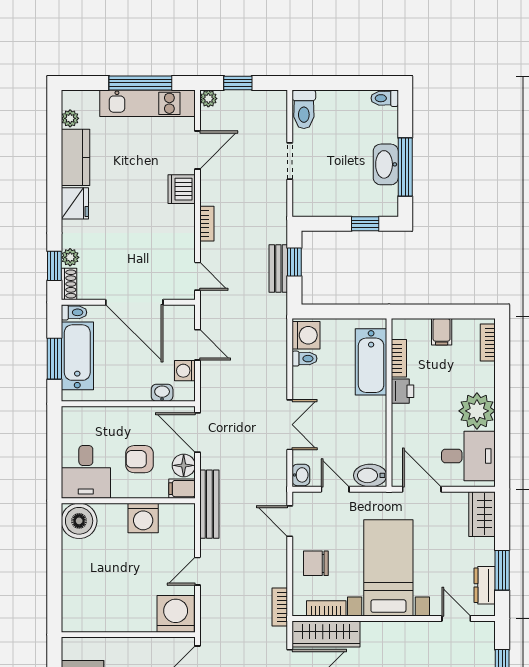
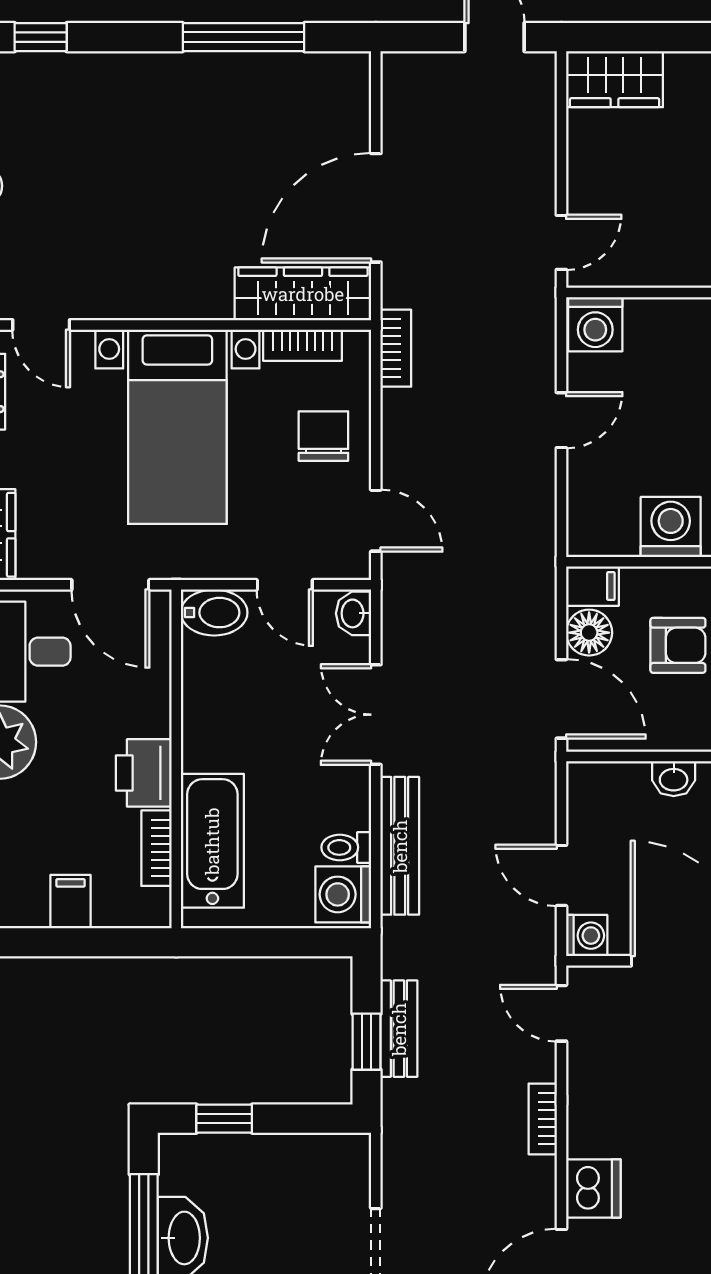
washing machine: (185, 371) -> (587, 936), moved
printer: (403, 391) -> (144, 773), width x1.36, depth x1.24
washbasin: (162, 393) -> (674, 779), moved
bench: (209, 504) -> (400, 846), moved
chair: (316, 563) -> (323, 436), turned -90
washing machine: (176, 614) -> (595, 324), width x0.73, depth x0.73

